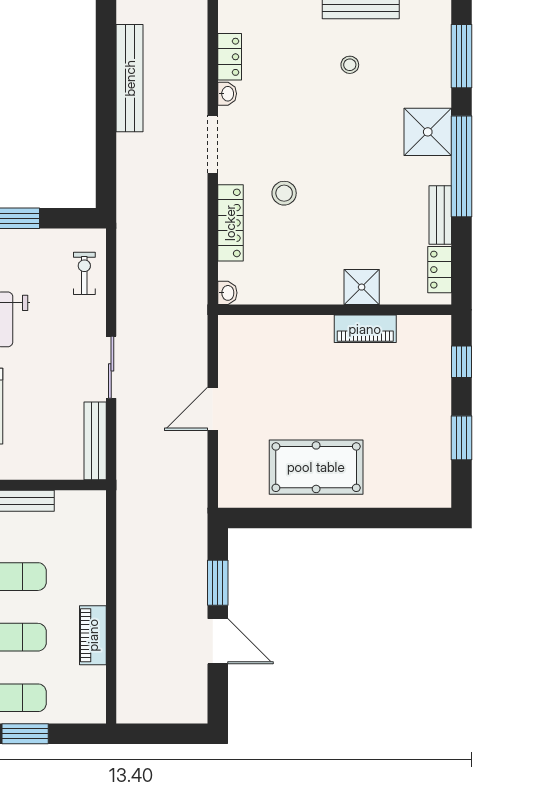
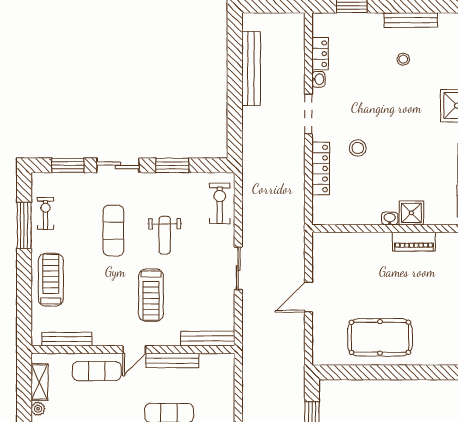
exercise bike: (84, 273) -> (220, 203), width x1.38, depth x1.39
washbasin: (227, 293) -> (390, 218), moved, turned -90
bench: (95, 441) -> (208, 339), moved, turned 90

